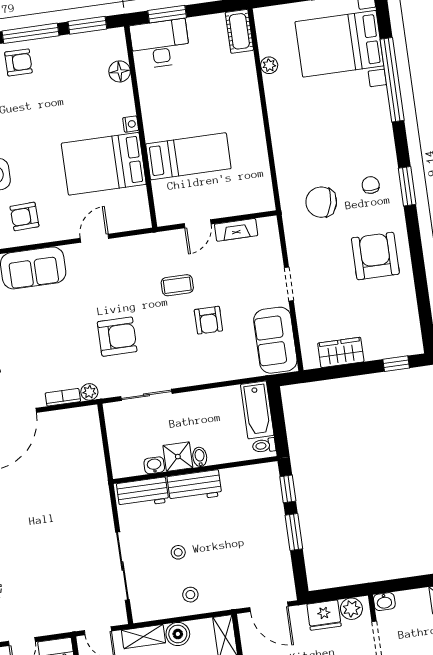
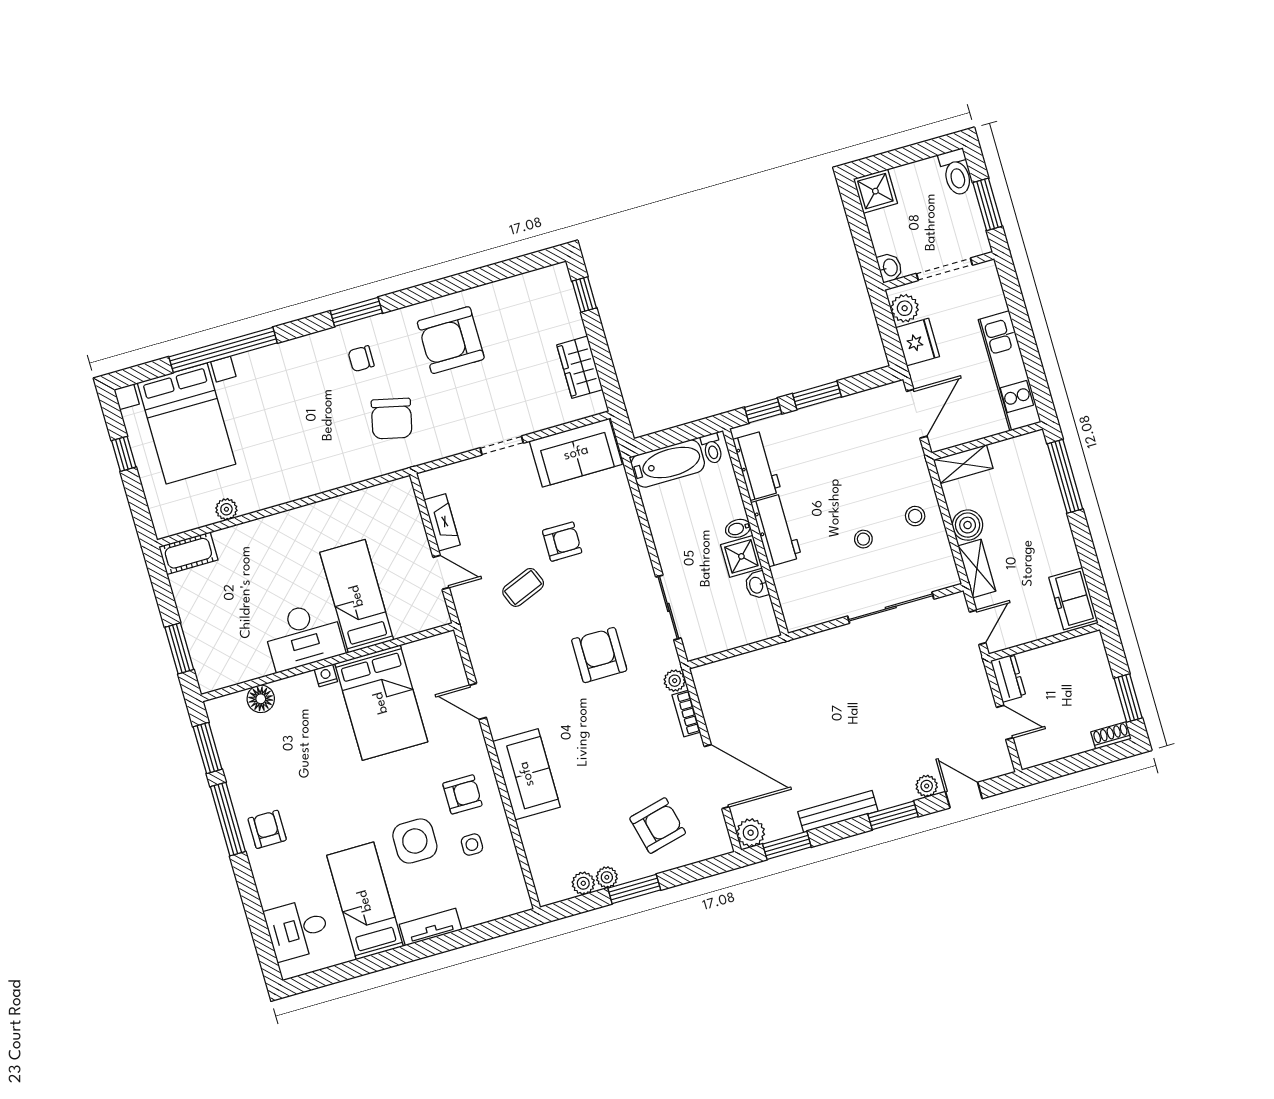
desk: (160, 44) -> (304, 636), moved, turned -90
armchair: (24, 216) -> (462, 794), turned -88
coffee table: (177, 285) -> (523, 587), turned 68
workbench: (143, 493) -> (757, 465), moved

